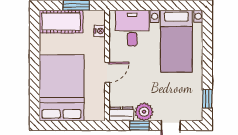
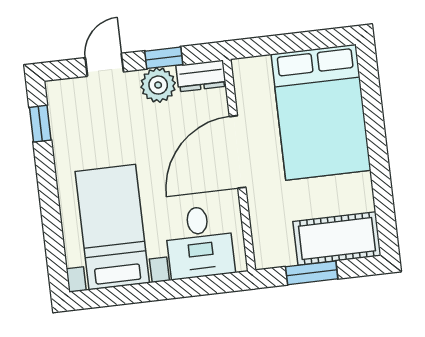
nightstand: (100, 31) -> (261, 229), removed
door: (107, 72) -> (238, 152), width x1.87

